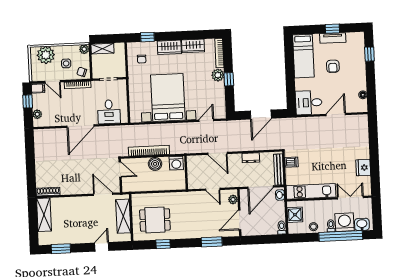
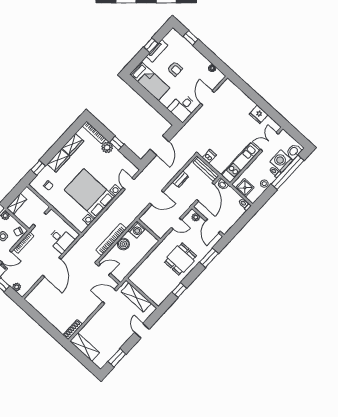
dining table: (155, 220) -> (181, 259), moved

